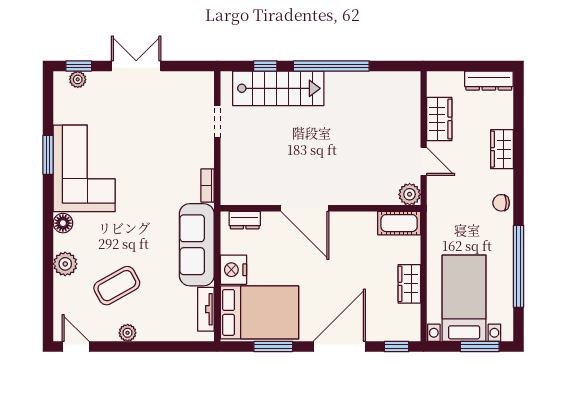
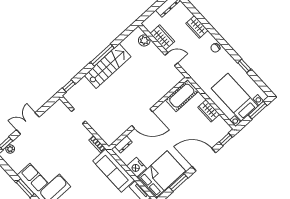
window: (265, 66) -> (69, 86), moved
window: (331, 66) -> (102, 55), width x0.68
stairs: (278, 88) -> (108, 66), moved
plant: (410, 194) -> (144, 40), moved
cot: (399, 223) -> (182, 96), width x1.37, depth x1.34
window: (519, 266) -> (244, 66), width x0.32
door: (339, 347) -> (204, 160), hinge flipped

